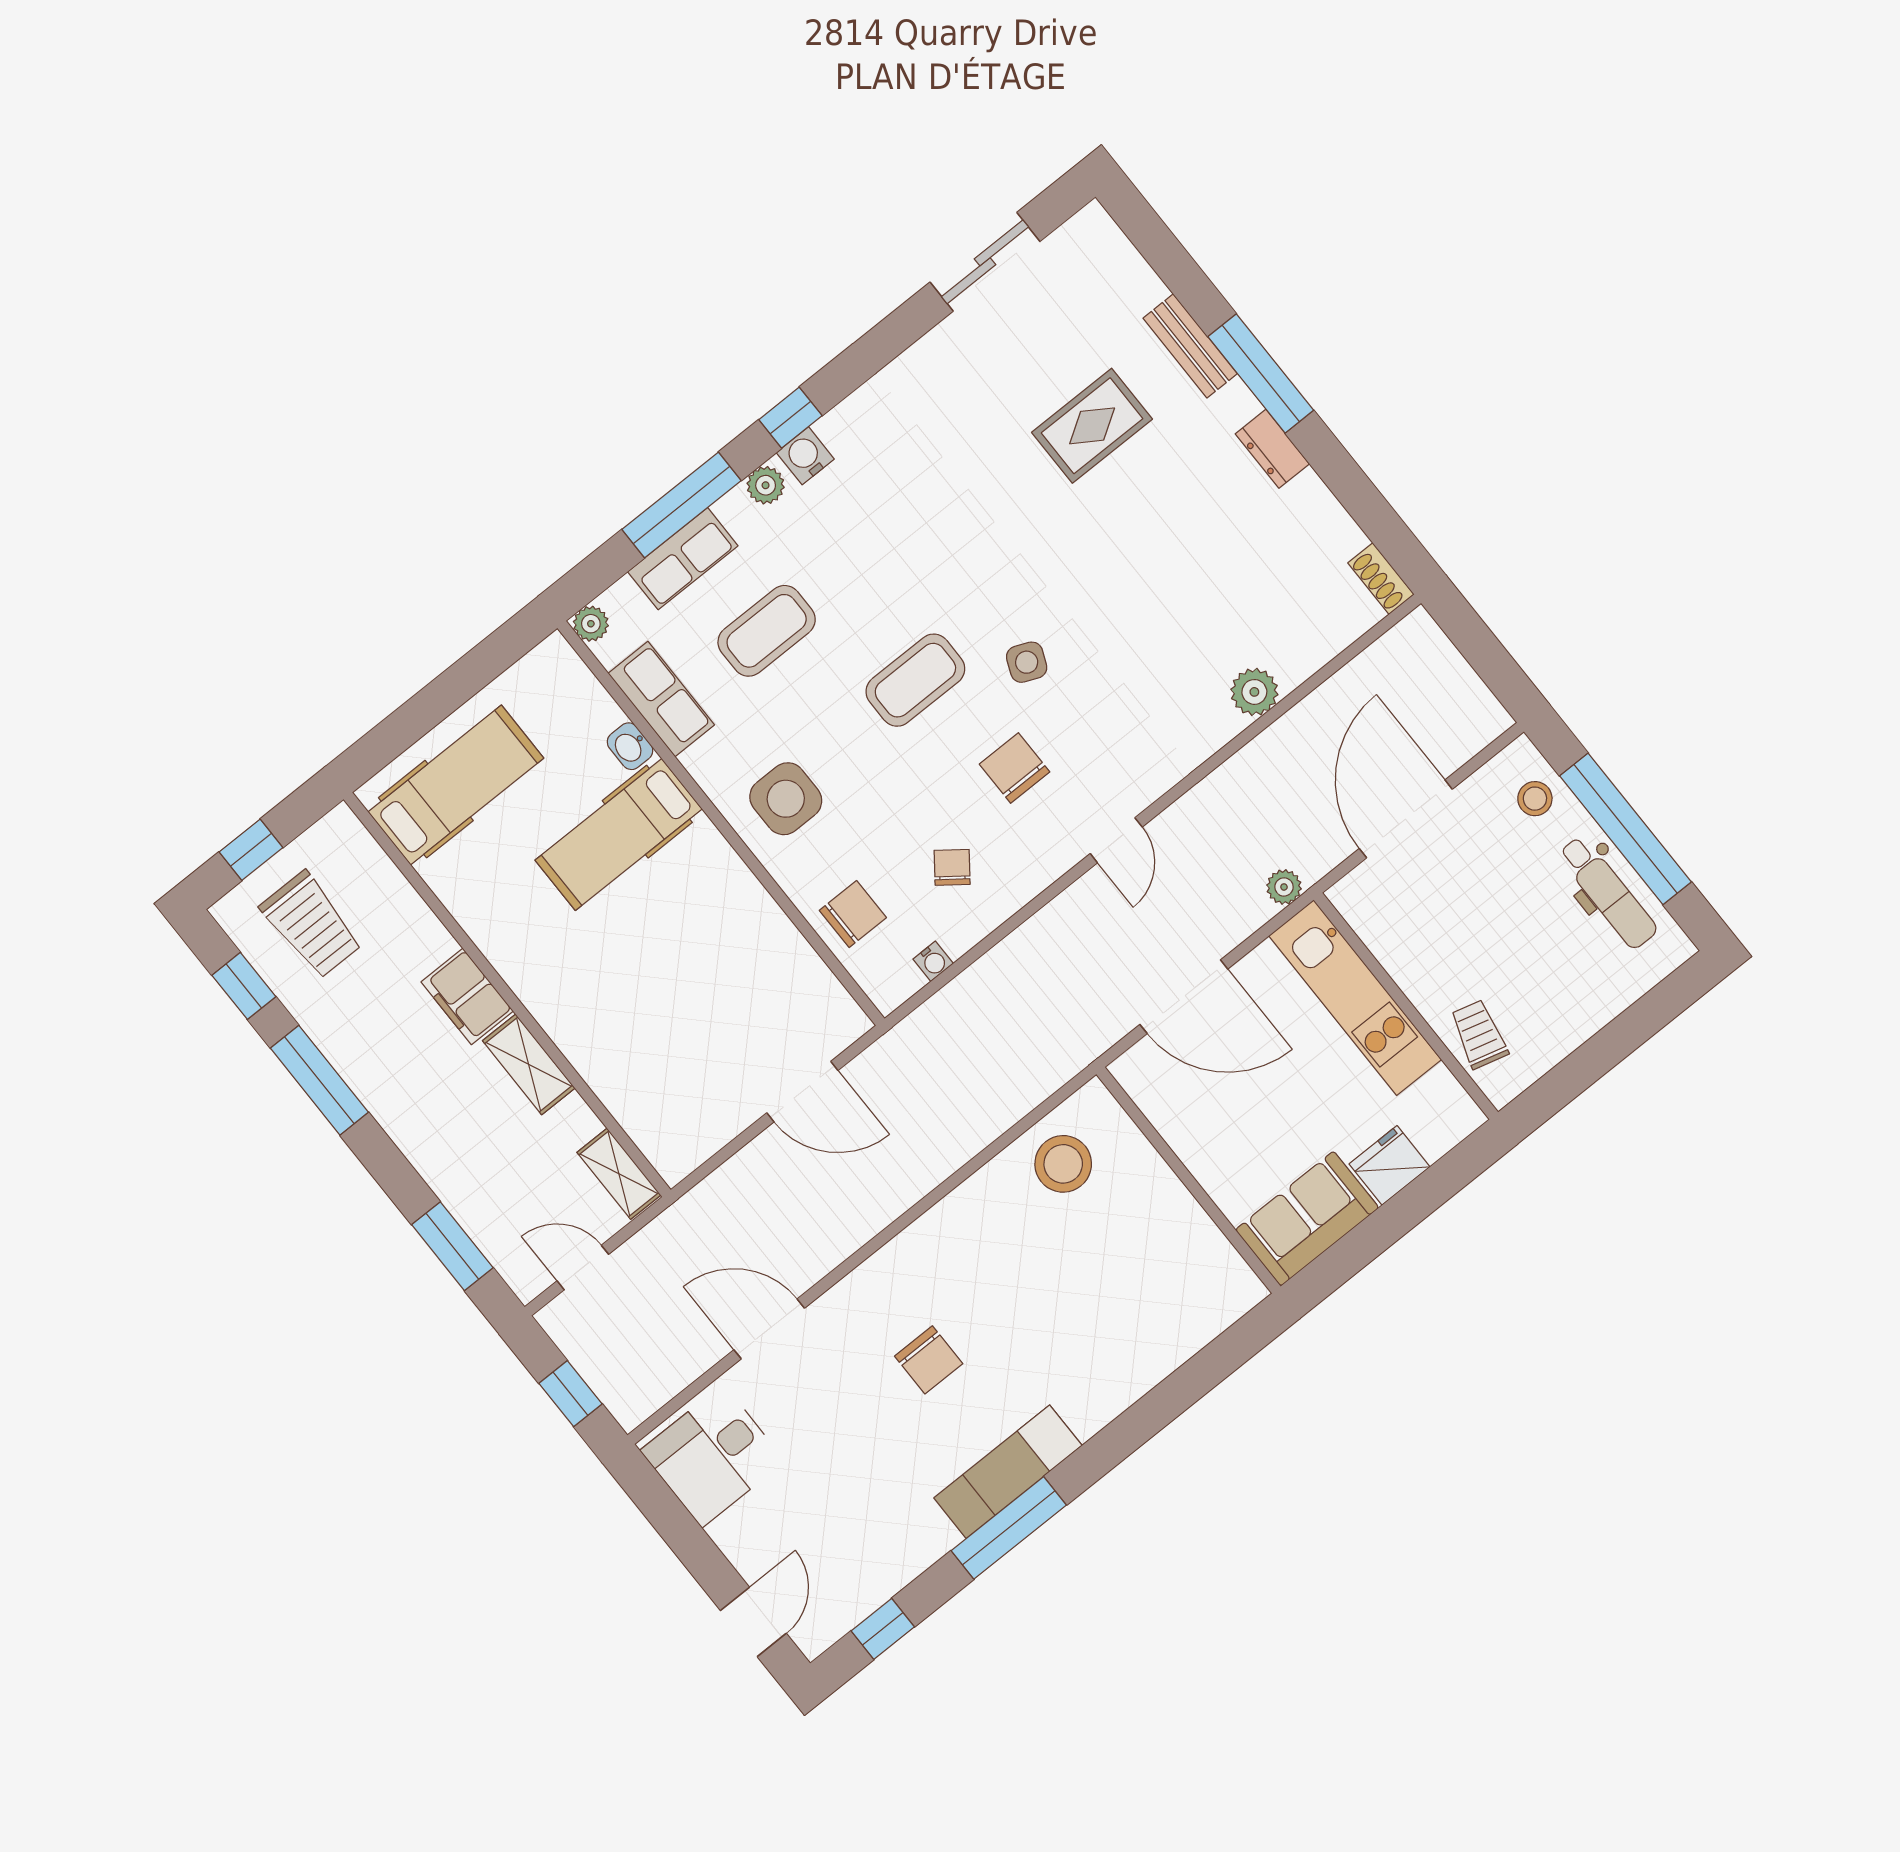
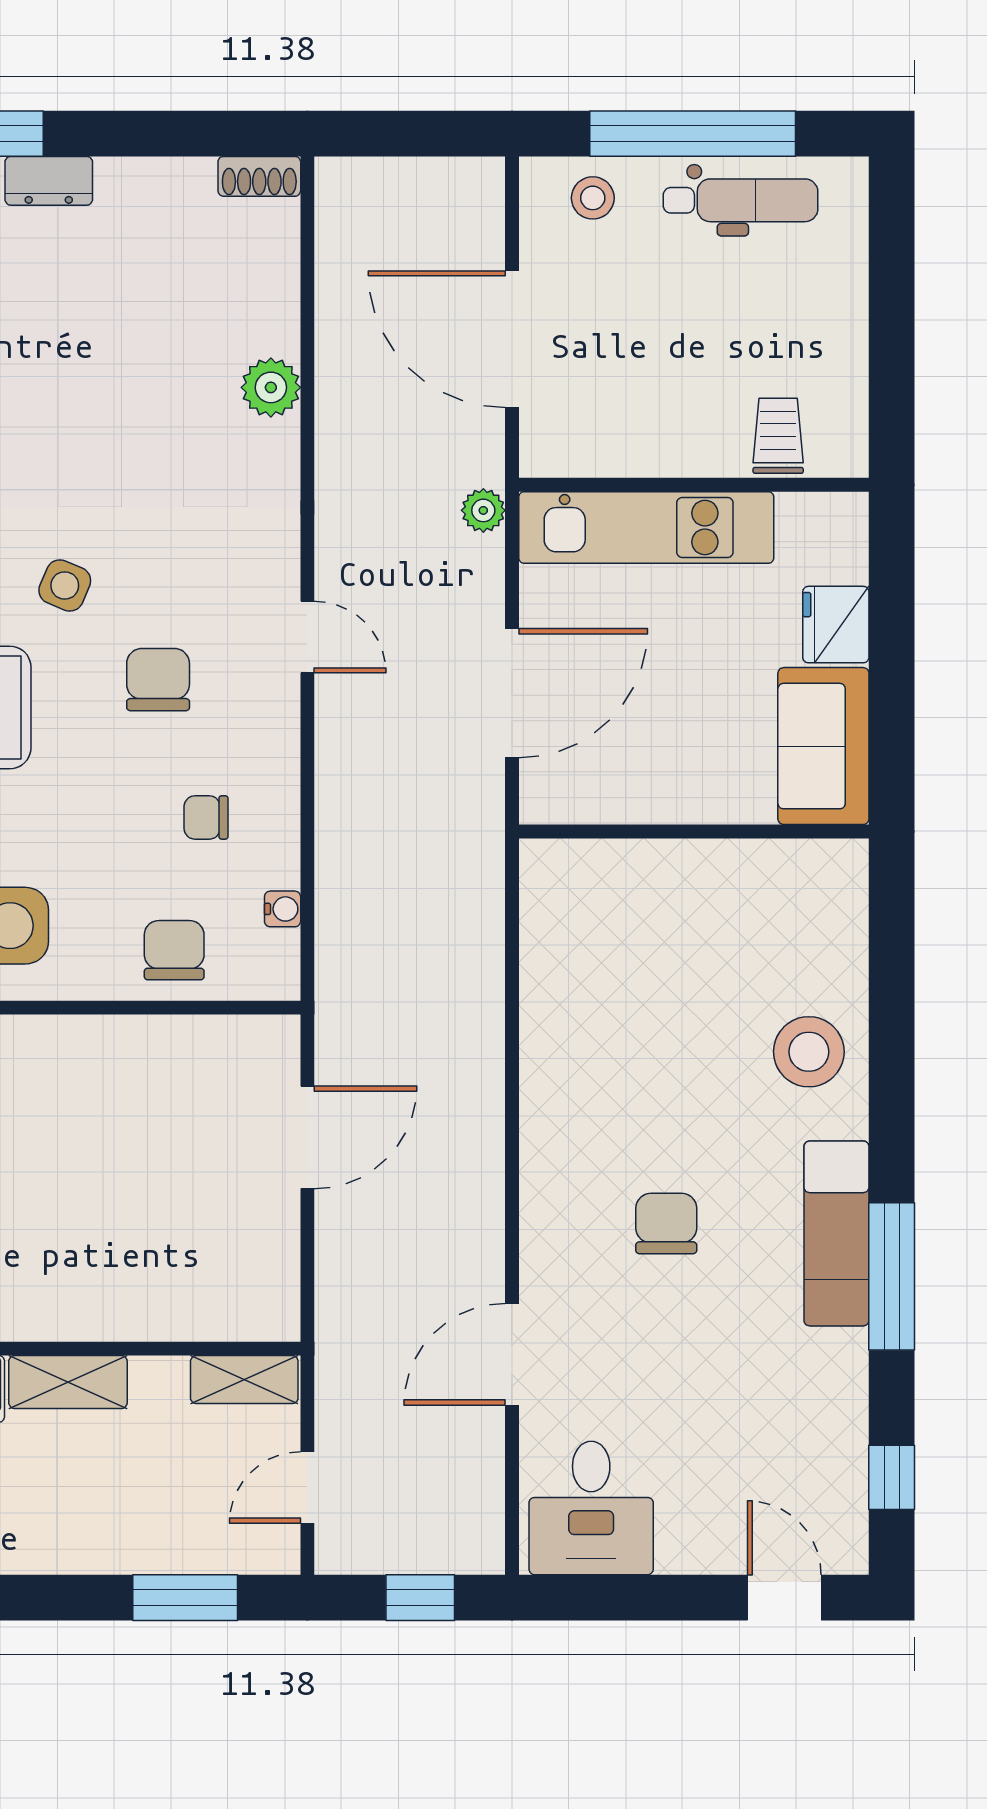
chair: (1015, 768) -> (158, 680), turned 90
chair: (952, 867) -> (206, 817), turned -37
trolley: (1479, 1034) -> (778, 436), turned 75
stool: (1063, 1164) -> (809, 1052), moved
chair: (929, 1360) -> (666, 1224), turned -90

